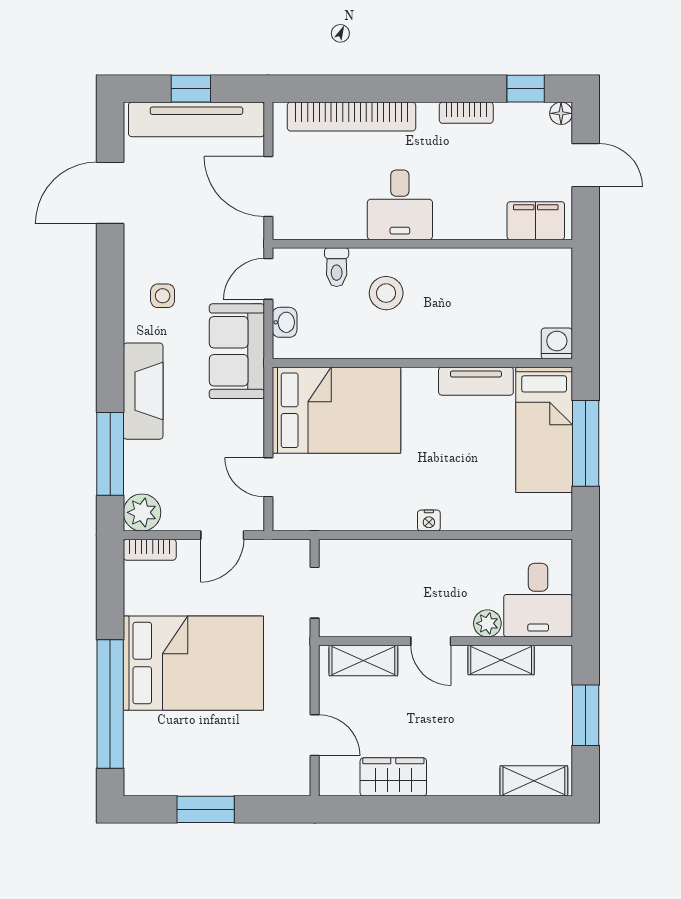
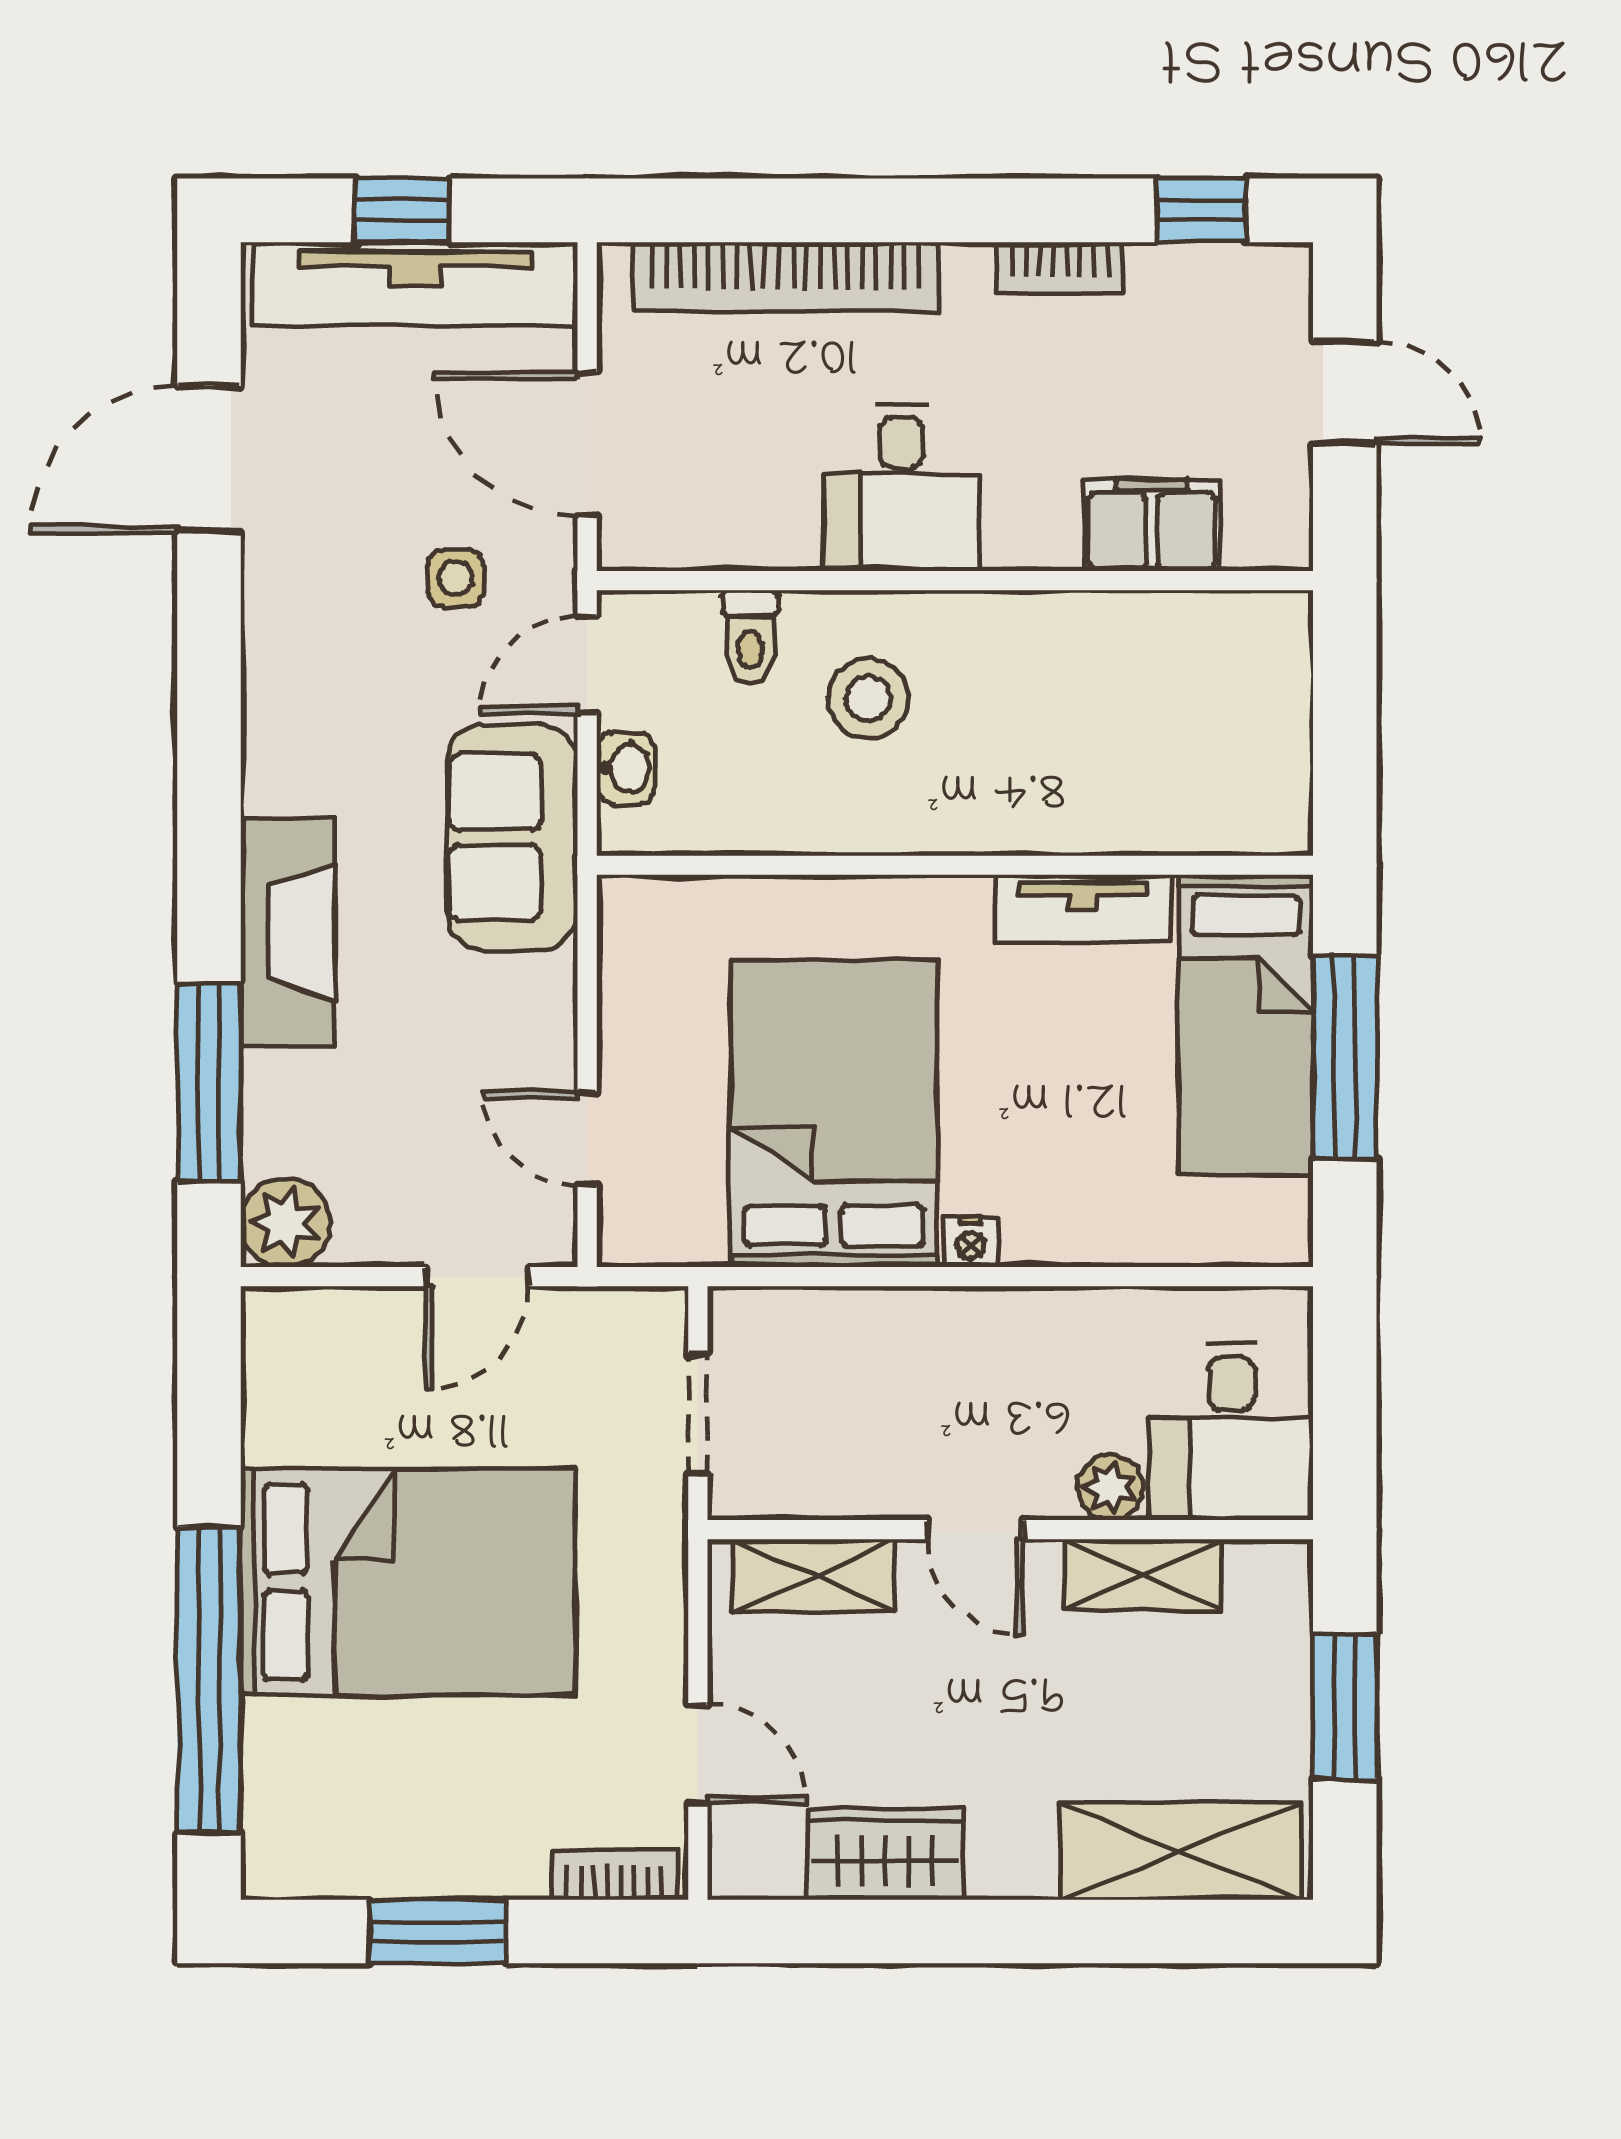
floor lamp: (561, 113) -> (1286, 269), removed
filing cabinet: (536, 221) -> (1152, 525), moved
side table: (163, 296) -> (455, 578), moved
washing machine: (557, 343) -> (1276, 819), removed
bed: (336, 410) -> (834, 1114), moved, turned -90
bookcase: (150, 550) -> (614, 1875), moved, turned 180
shelving: (534, 781) -> (1181, 1851), width x1.50, depth x1.33

